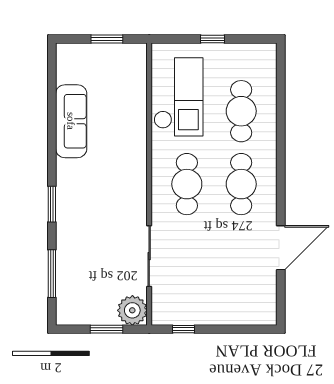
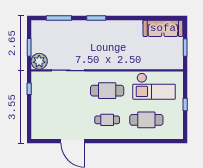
sofa: (71, 121) -> (163, 28), moved
cafe table: (241, 184) -> (107, 120), width x0.73, depth x0.74

